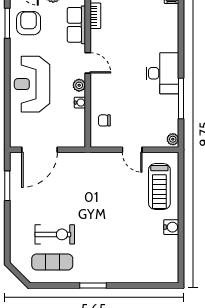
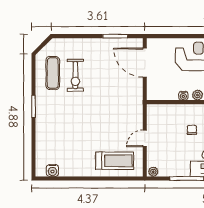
chair: (104, 120) -> (192, 130), moved
treadmill: (159, 187) -> (115, 161), turned 180
water cooler: (171, 227) -> (52, 170), moved

